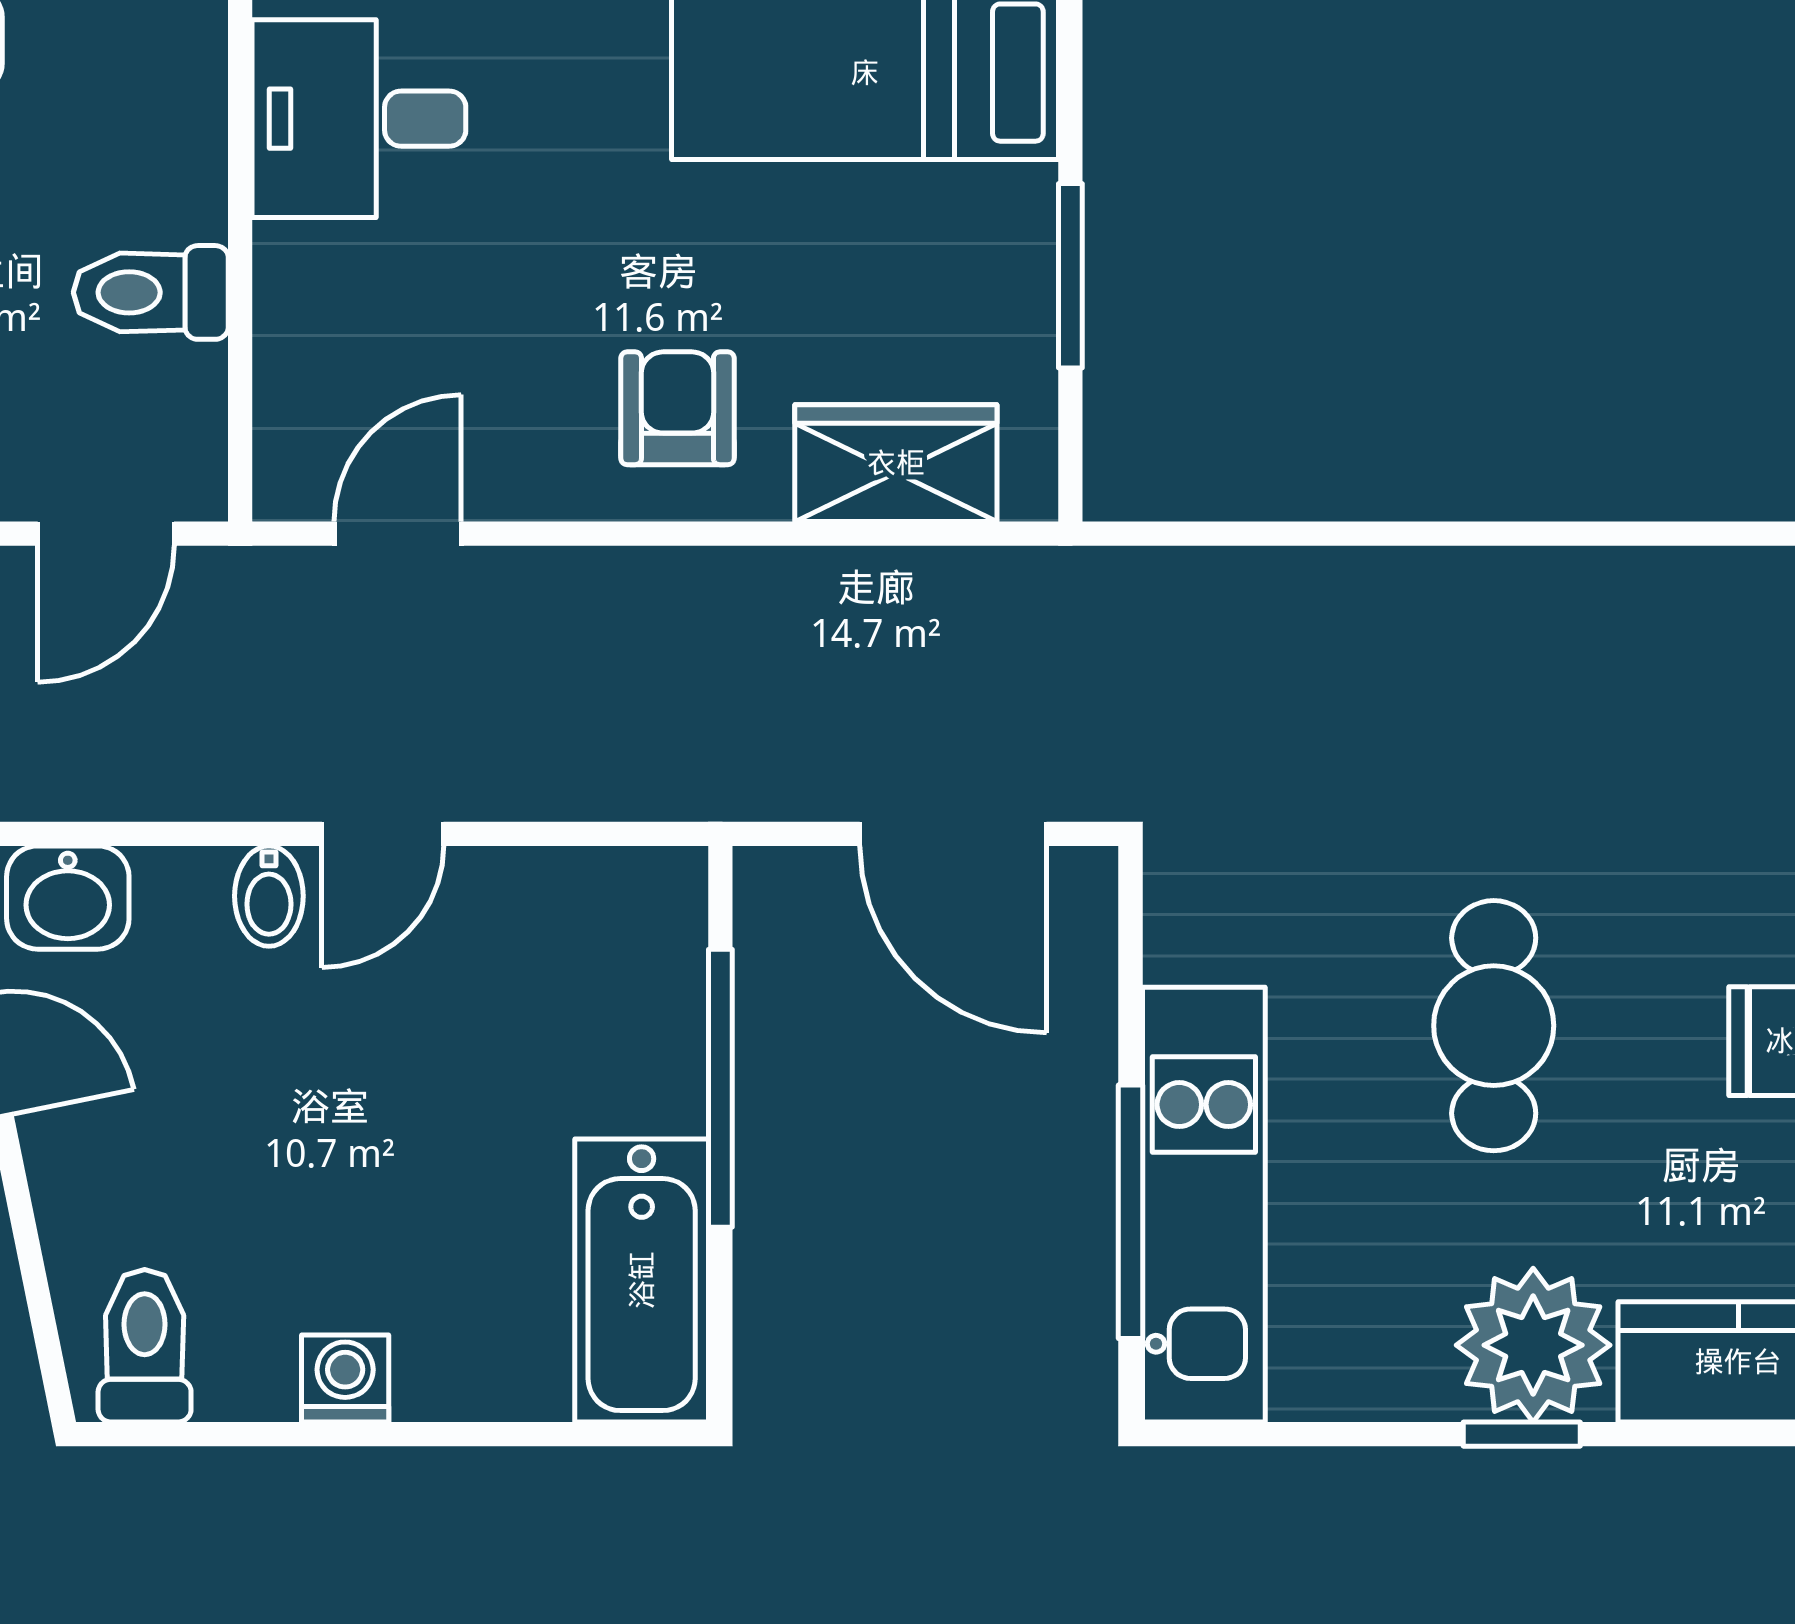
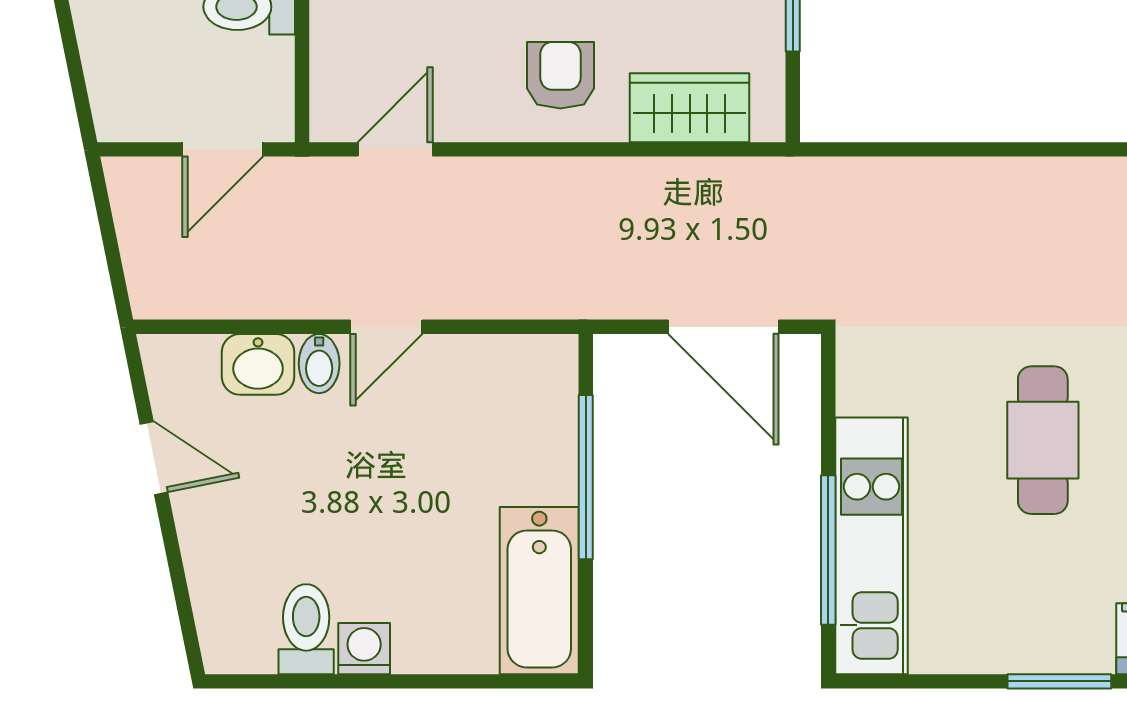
washbasin: (68, 898) -> (258, 364), moved
plant: (1533, 1345) -> (1066, 629), removed
toilet: (145, 1346) -> (306, 629), moved
window: (1522, 1434) -> (1059, 681), width x1.50

